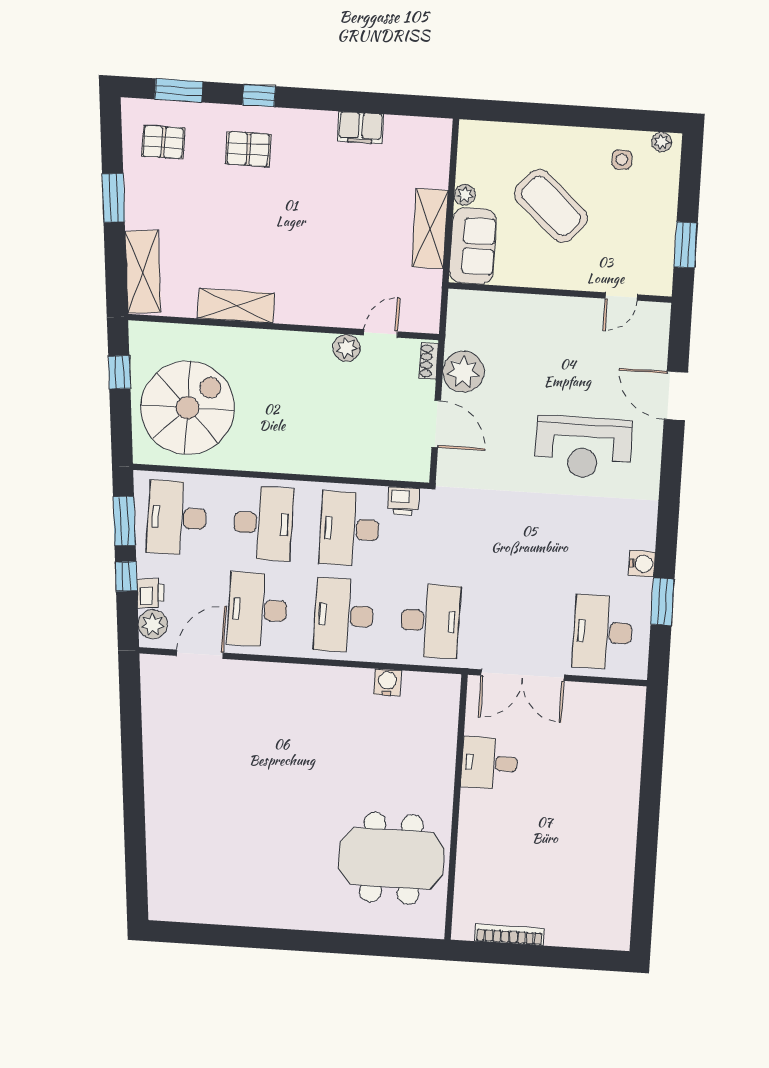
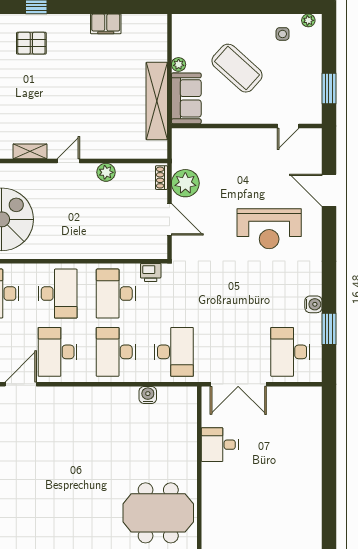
shelving: (430, 229) -> (157, 101), width x1.47
shelving: (236, 306) -> (30, 151), width x0.67, depth x0.75
door: (381, 333) -> (68, 161), moved

